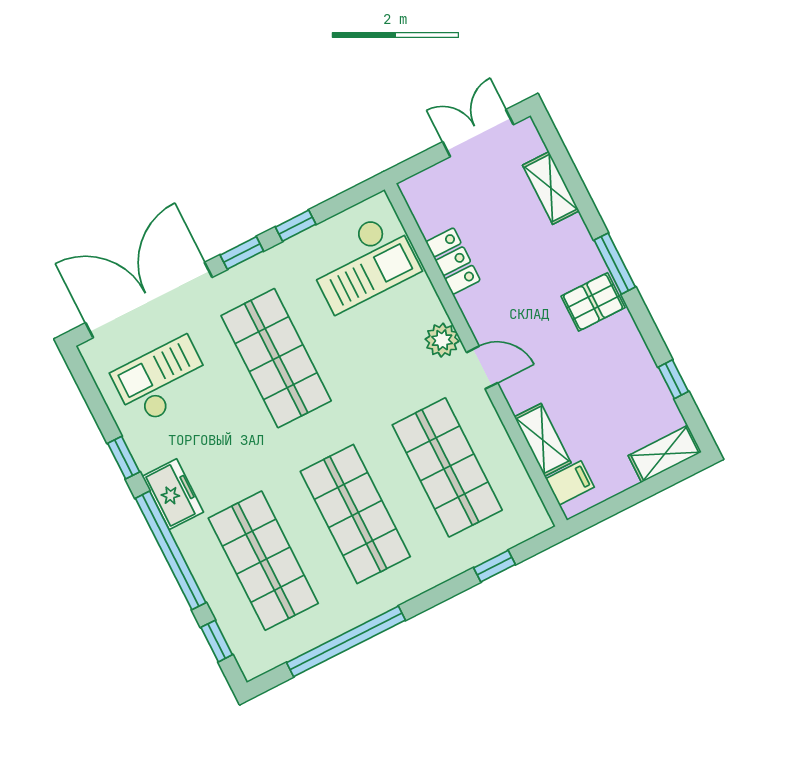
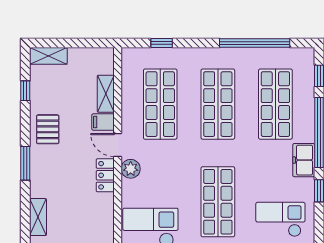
locker: (453, 261) -> (105, 175), moved
pallet: (593, 302) -> (48, 129), moved, turned 90
checkout: (162, 381) -> (280, 219), turned 180
filing cabinet: (570, 483) -> (103, 122), moved

